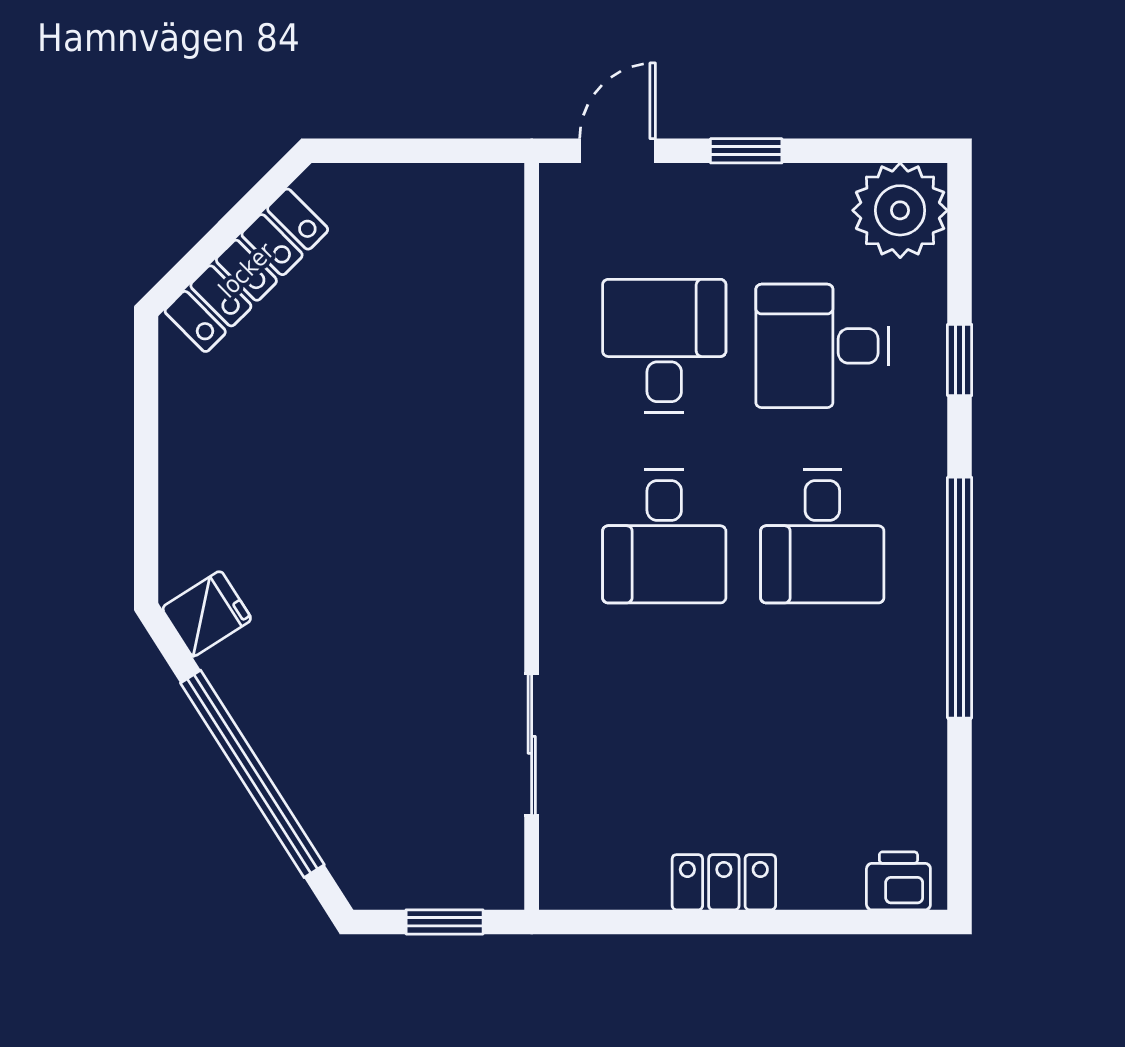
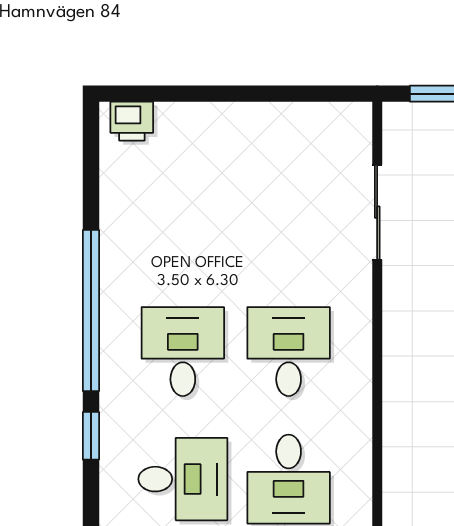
window: (960, 360) -> (91, 436), moved
locker: (724, 882) -> (249, 120), removed

